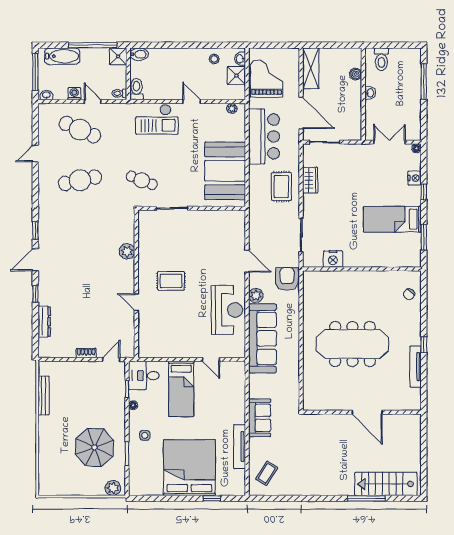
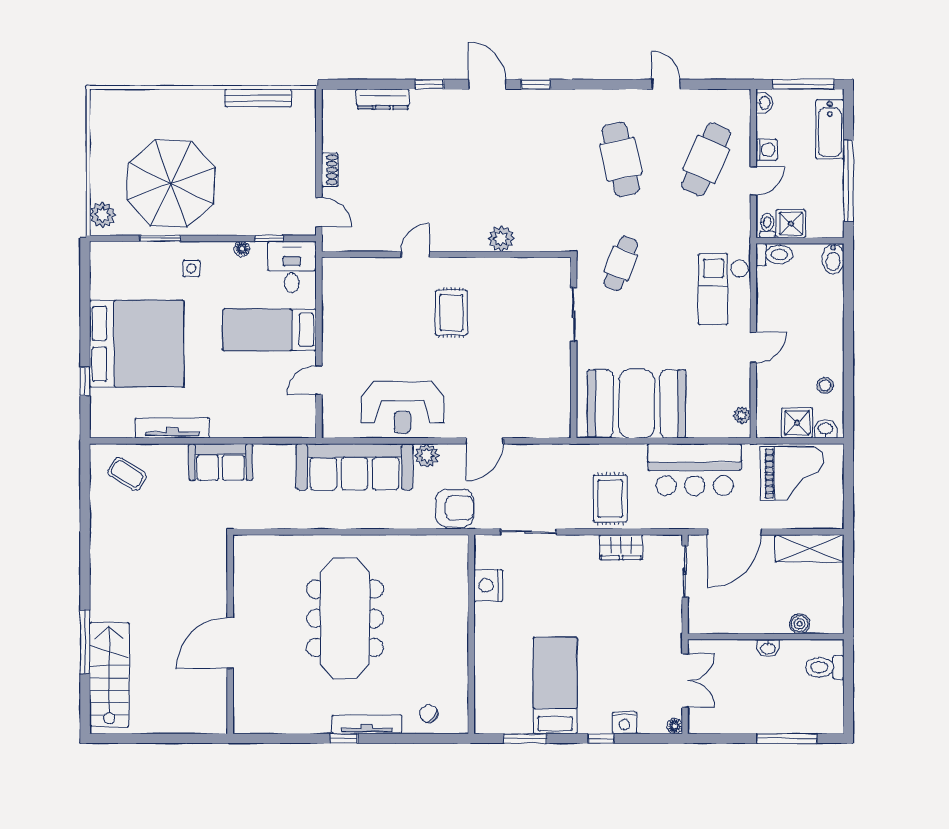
shower: (118, 56) -> (791, 224), moved
rug: (281, 187) -> (610, 499), turned 90
tv unit: (415, 367) -> (367, 724), moved
parasol: (94, 447) -> (171, 184), width x1.36, depth x1.36

